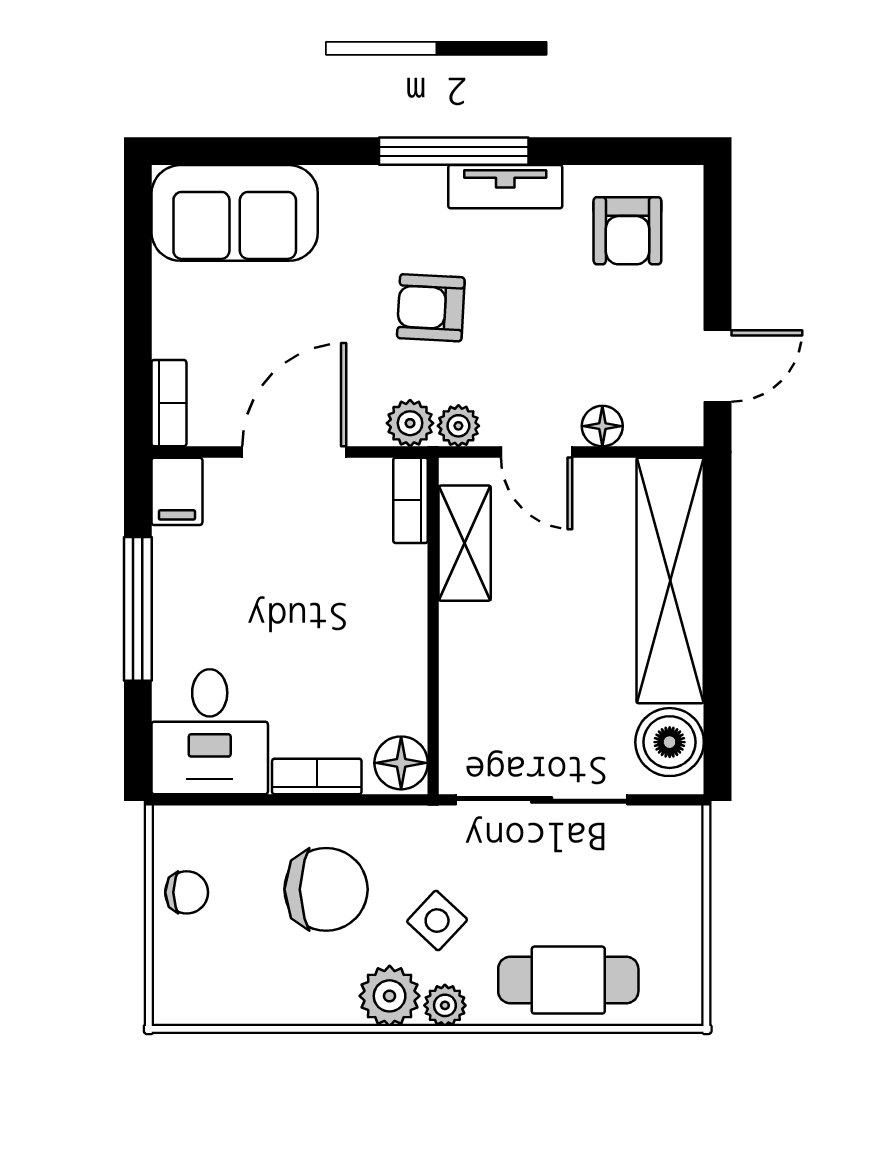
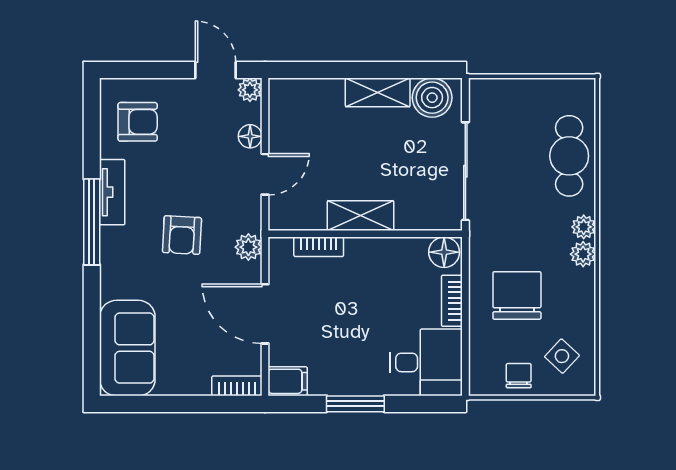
plant: (458, 426) -> (250, 90), moved
bookcase: (411, 500) -> (319, 247), moved
shelving: (465, 543) -> (361, 216), moved
shelving: (670, 581) -> (378, 92), width x0.45, depth x0.75
window: (138, 609) -> (355, 404), width x0.69
side table: (437, 921) -> (562, 356), moved
plant: (390, 996) -> (583, 254), width x0.73, depth x0.73

